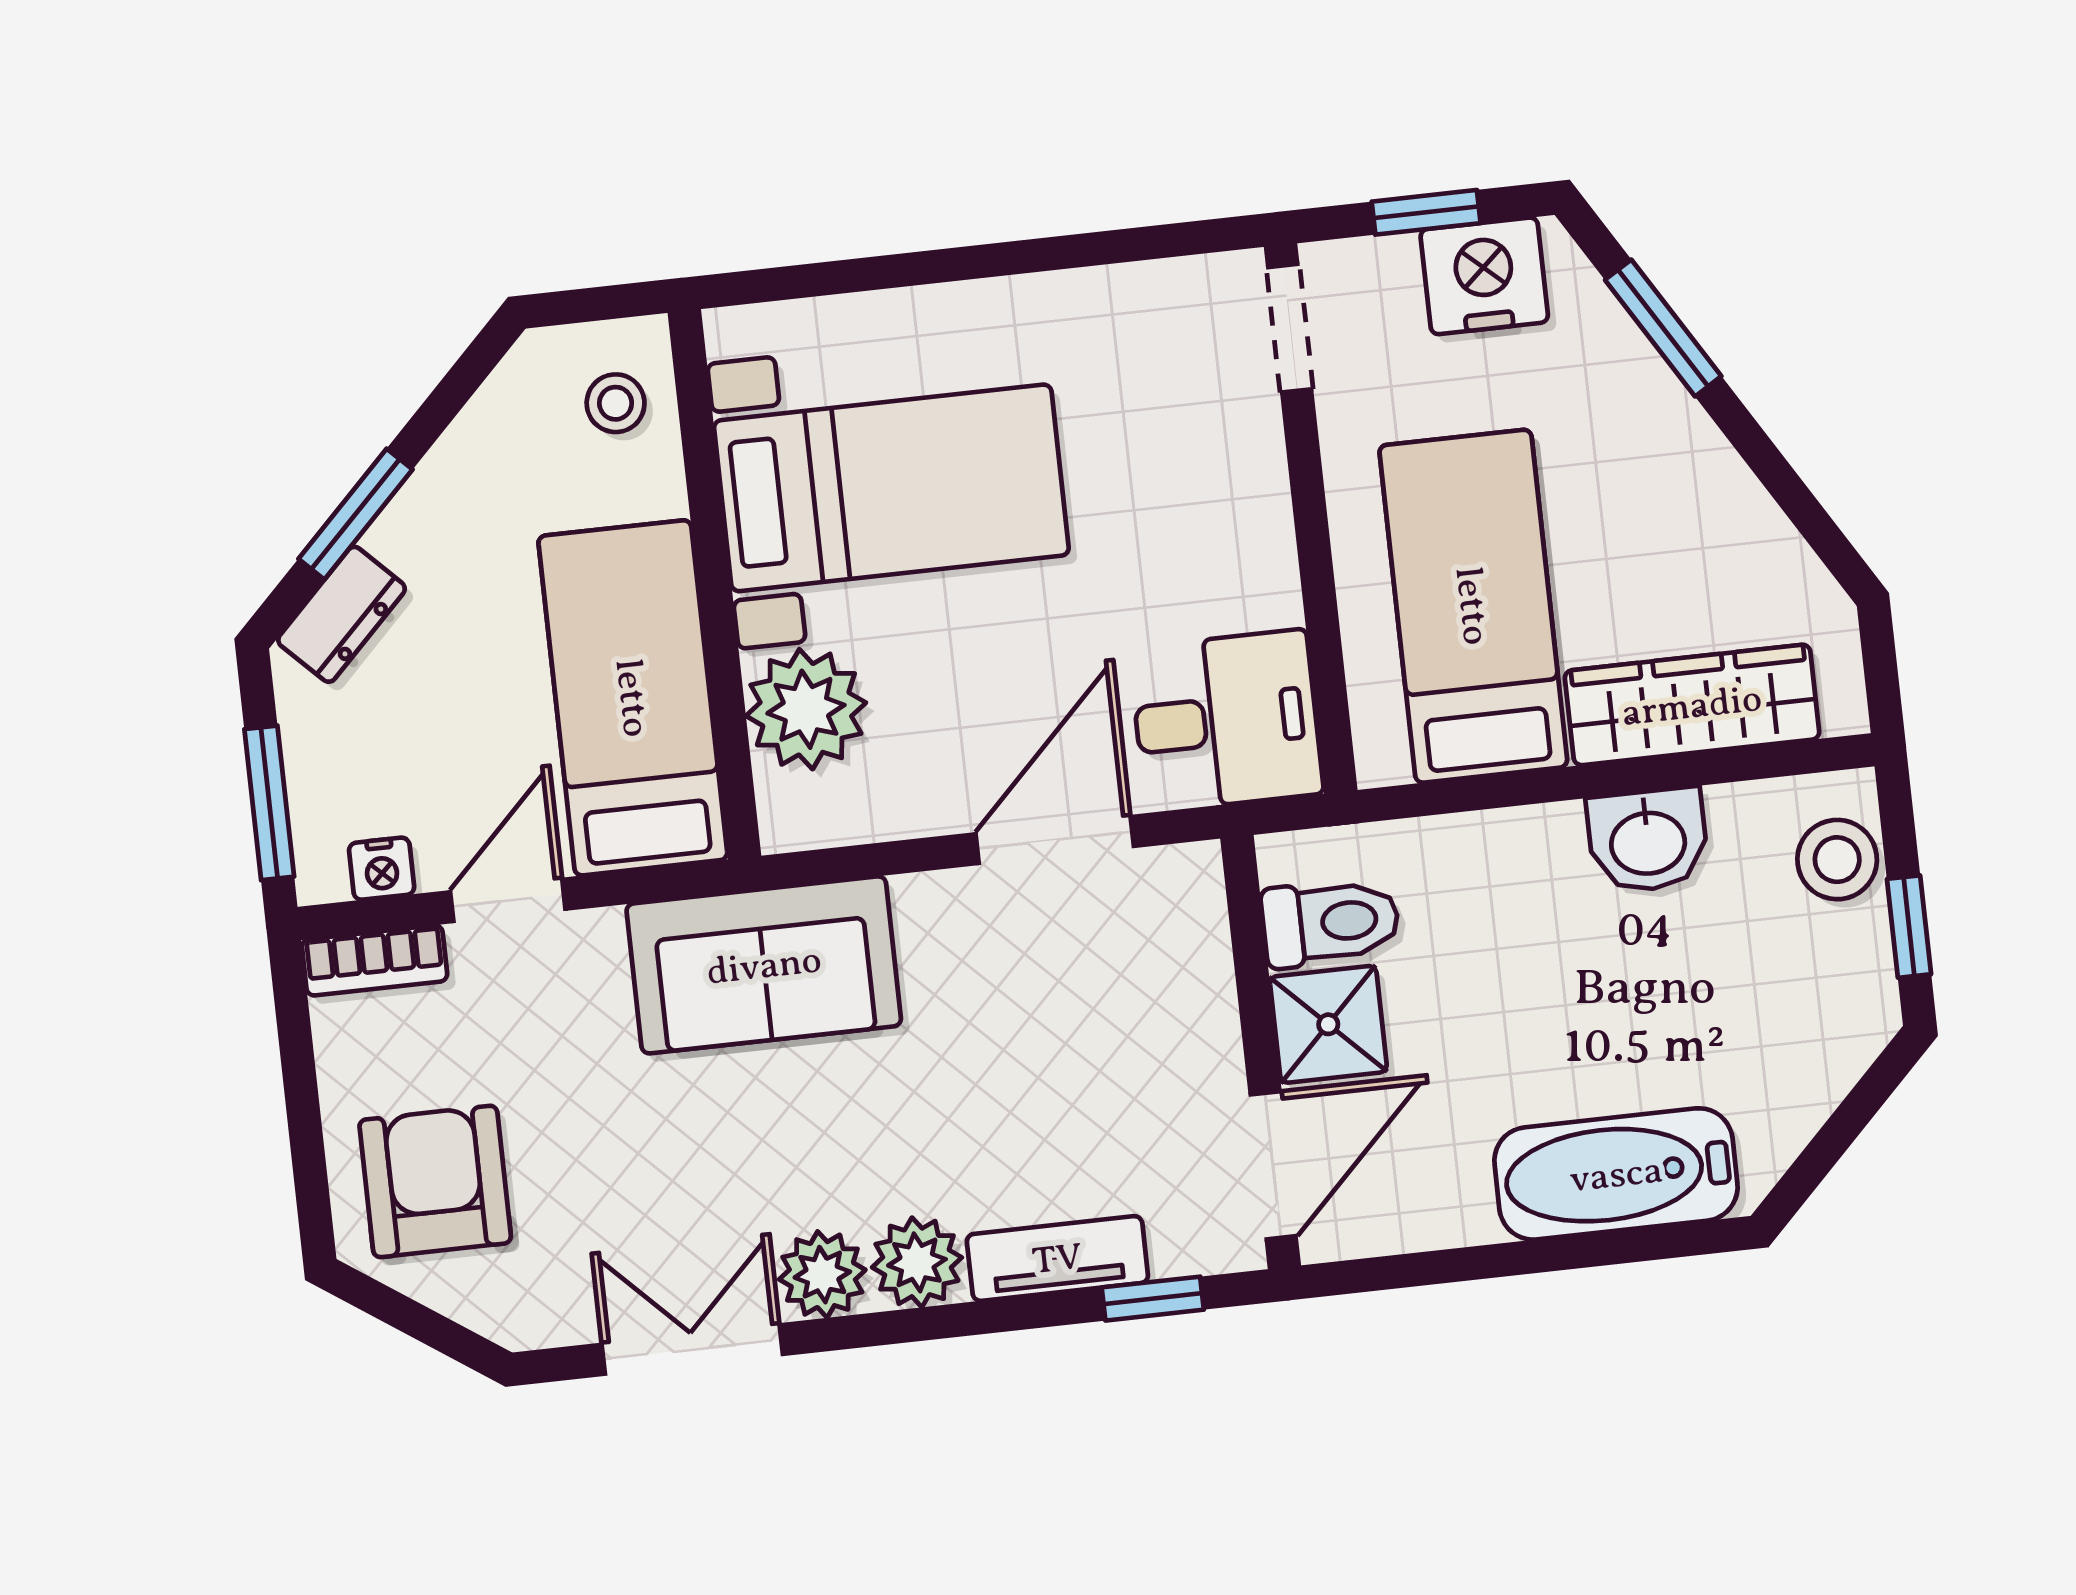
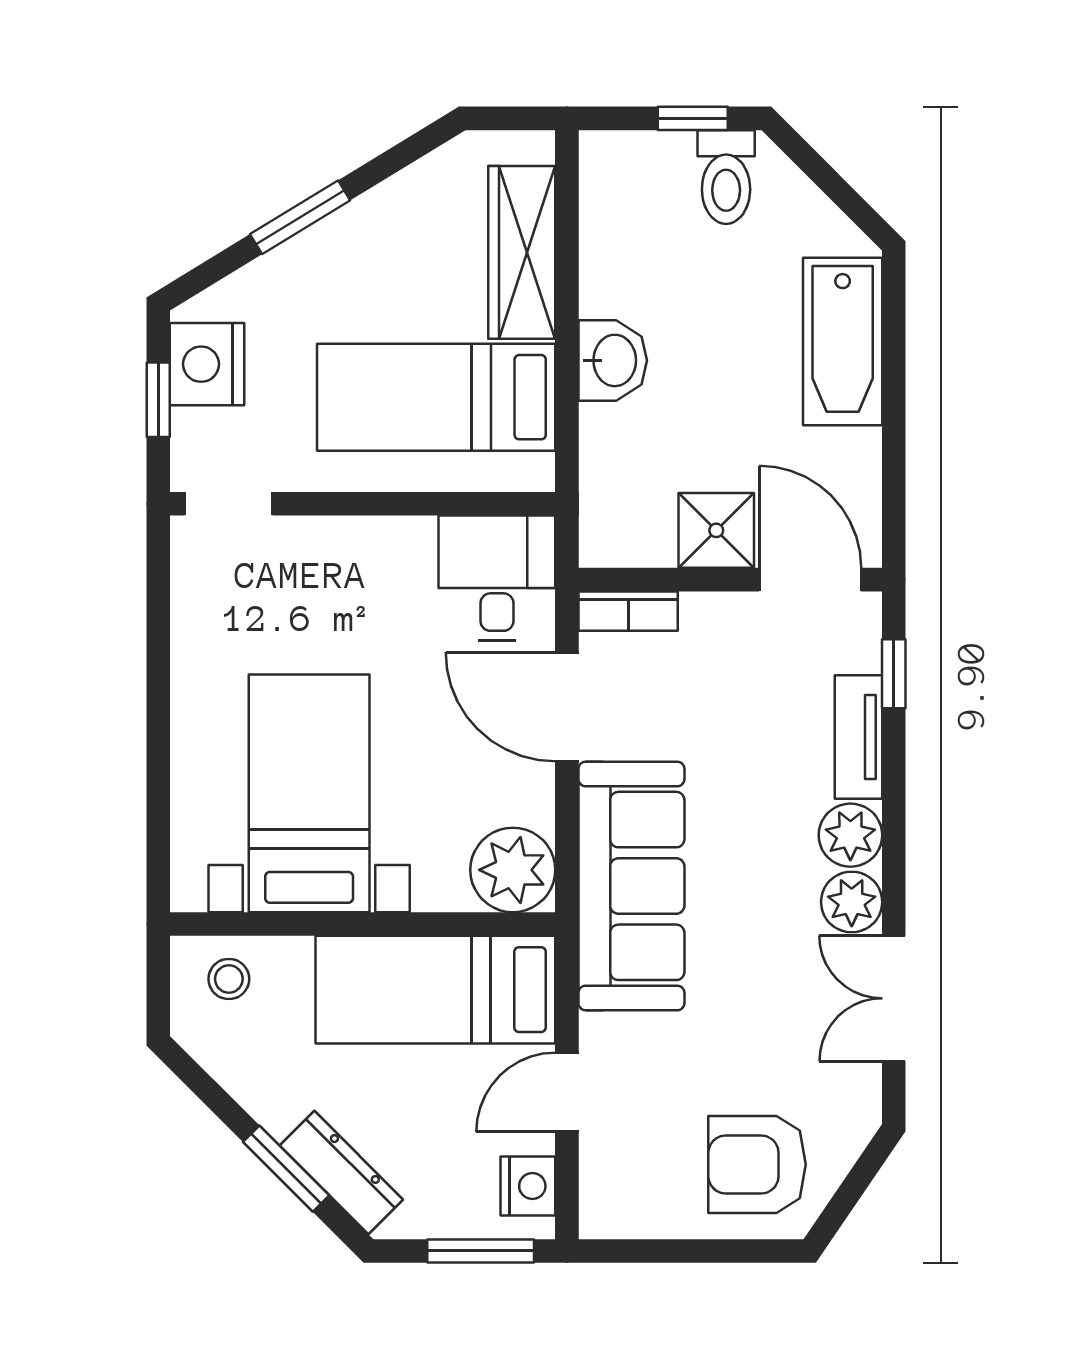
window: (1663, 328) -> (300, 217), moved
dresser: (342, 614) -> (341, 1173), width x1.44
plant: (806, 709) -> (513, 870), moved
washbasin: (1648, 840) -> (613, 360), moved
stool: (1837, 860) -> (641, 163), removed
nightstand: (382, 869) -> (528, 1186), width x1.39, depth x1.35
door: (508, 900) -> (567, 1092), hinge flipped
toilet: (1331, 922) -> (726, 177), moved, turned 180
bookcase: (375, 960) -> (628, 611), moved, turned 90
sofa: (764, 965) -> (631, 886), width x1.36

